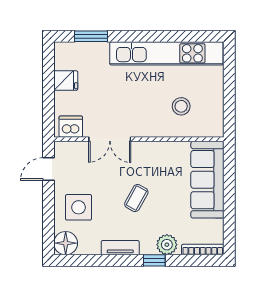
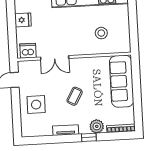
floor lamp: (66, 243) -> (29, 129), removed

